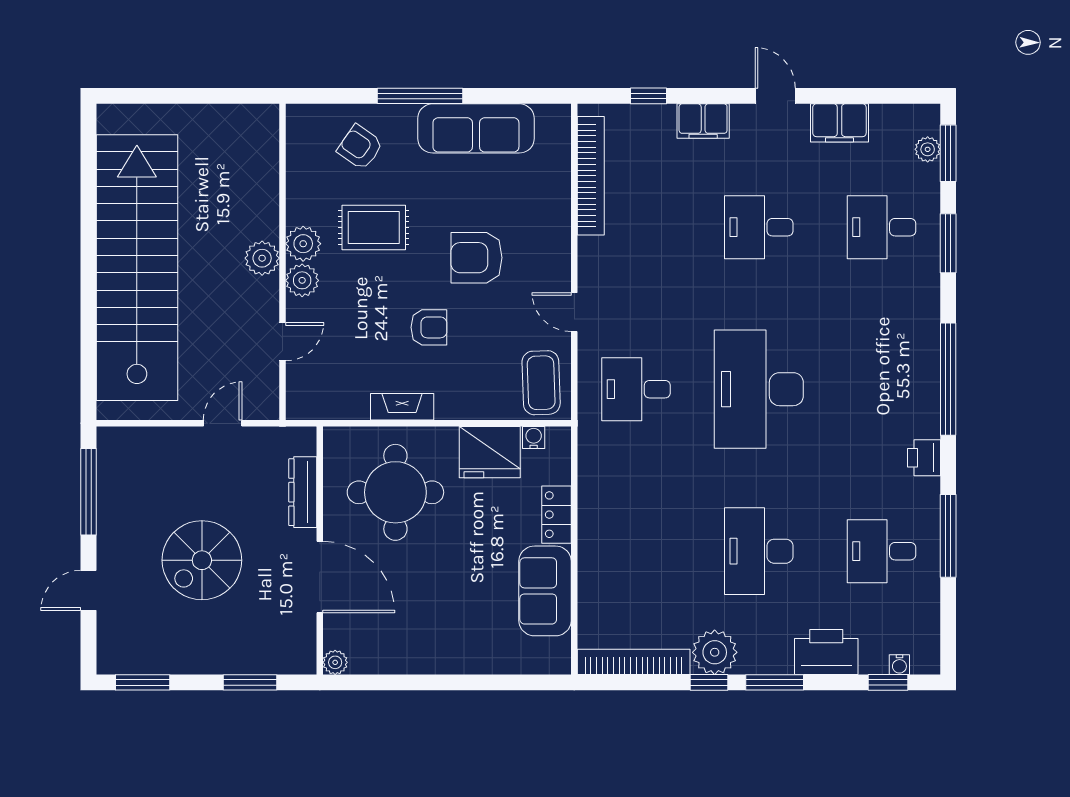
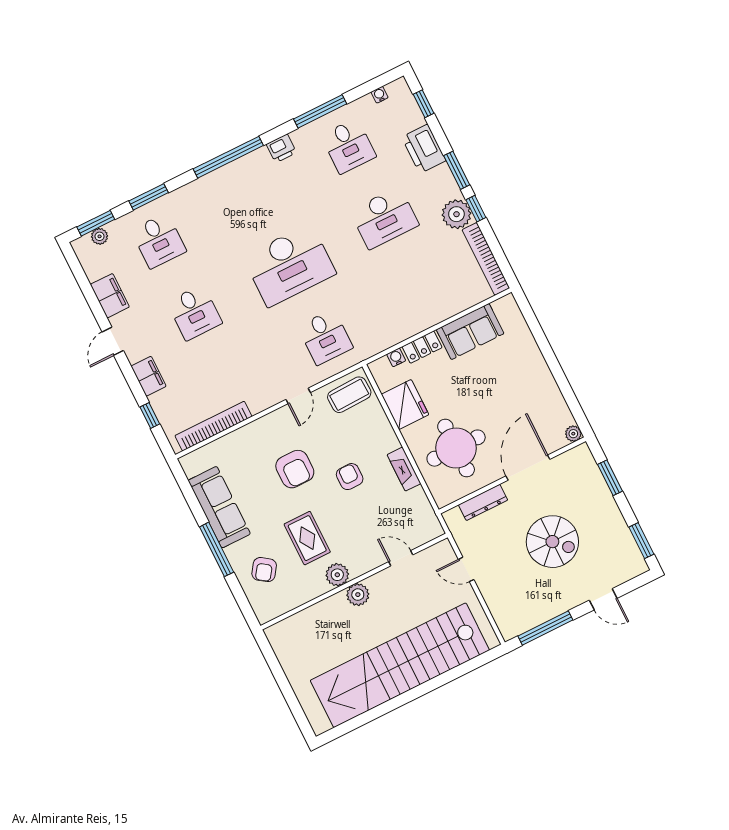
plant: (302, 280) -> (359, 565), removed
water cooler: (534, 438) -> (396, 357), moved, turned 90
water cooler: (899, 665) -> (380, 95), moved, turned -90

